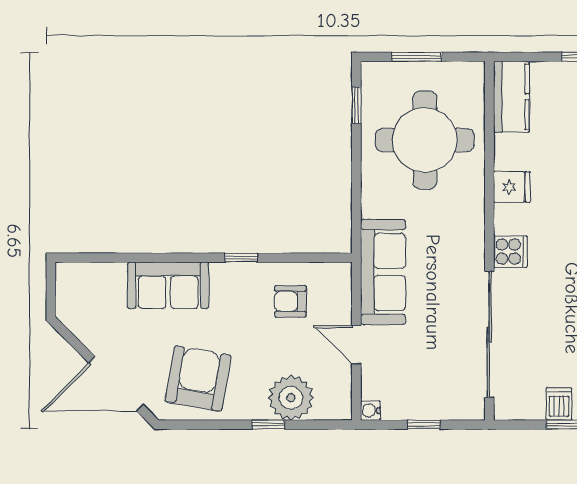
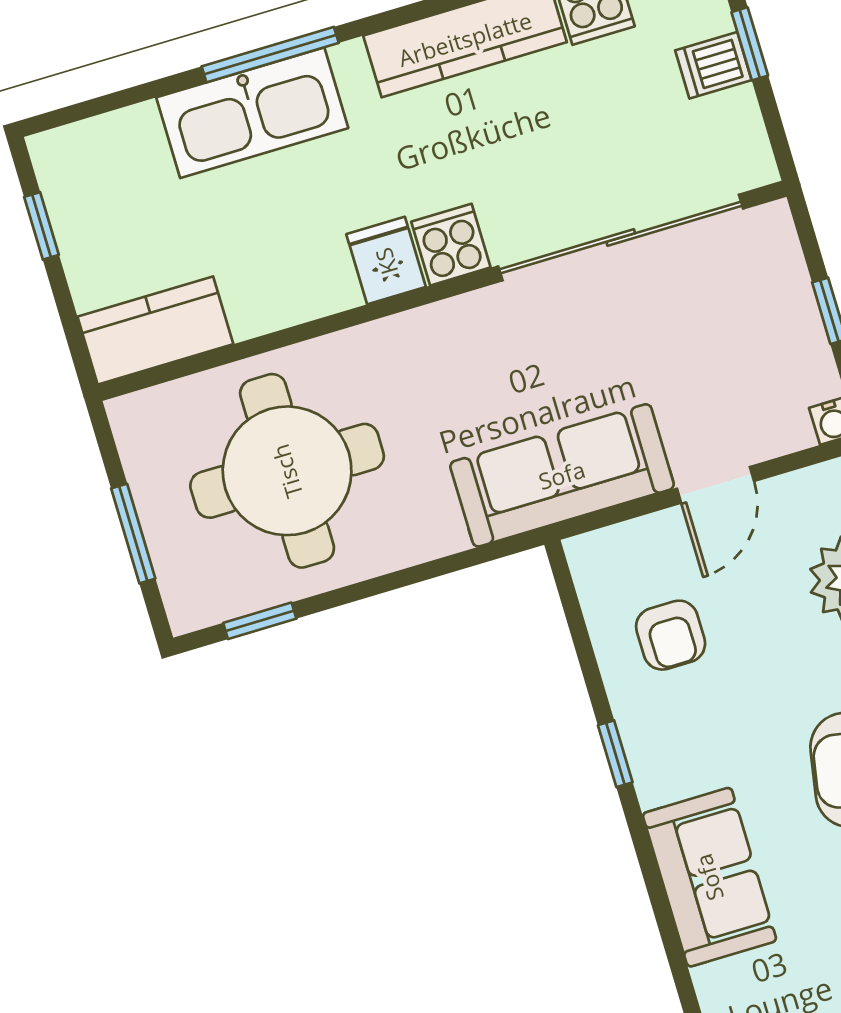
fridge: (512, 187) -> (386, 261), moved

